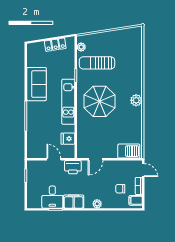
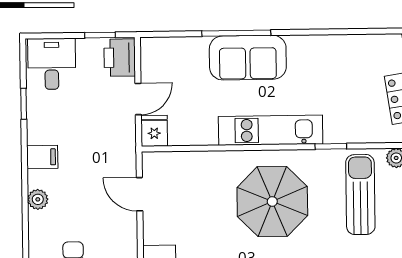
sofa: (37, 84) -> (248, 58), moved
fridge: (68, 139) -> (154, 131), moved
printer: (73, 167) -> (120, 58), moved
desk: (52, 197) -> (52, 64), moved, turned 90
filing cabinet: (74, 202) -> (42, 157), width x0.50

